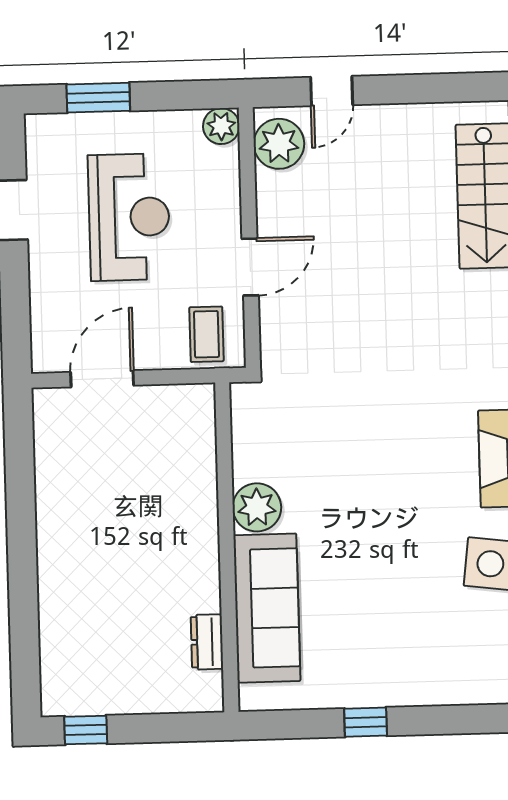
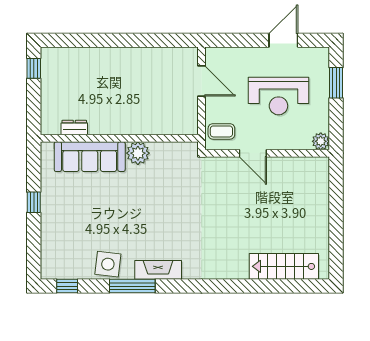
door: (332, 91) -> (336, 195), removed
plant: (279, 144) -> (311, 169), removed

